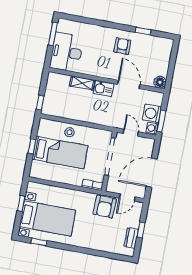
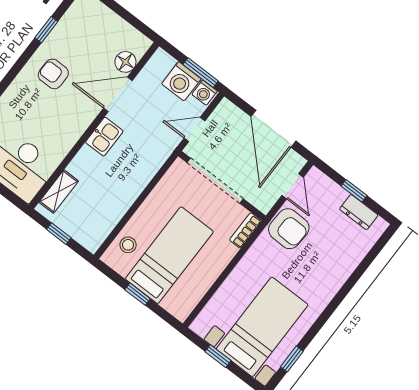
floor lamp: (160, 82) -> (125, 62), moved
shelving: (82, 83) -> (59, 192), moved
window: (40, 103) -> (59, 234), moved
stool: (69, 132) -> (128, 245), moved

